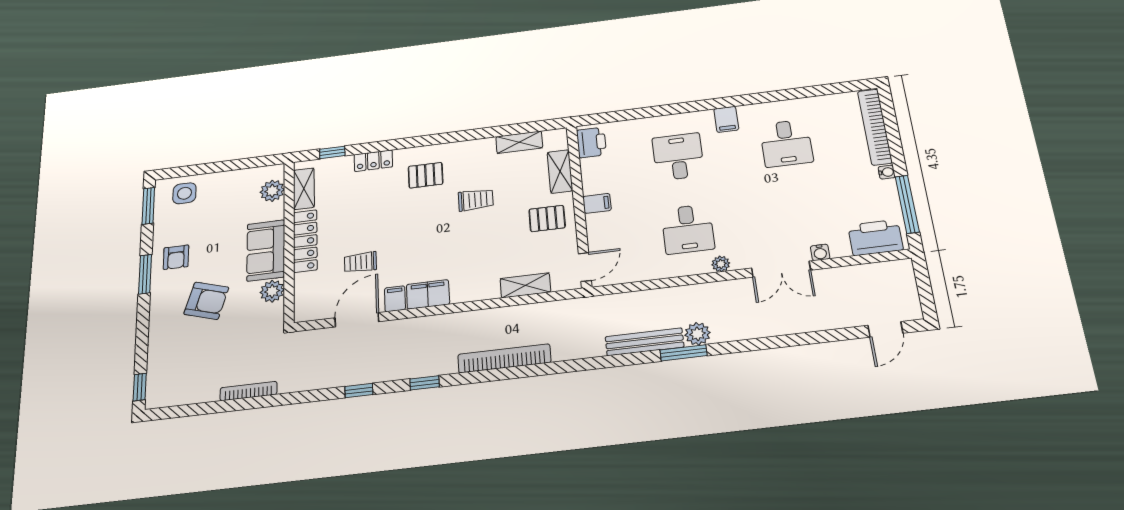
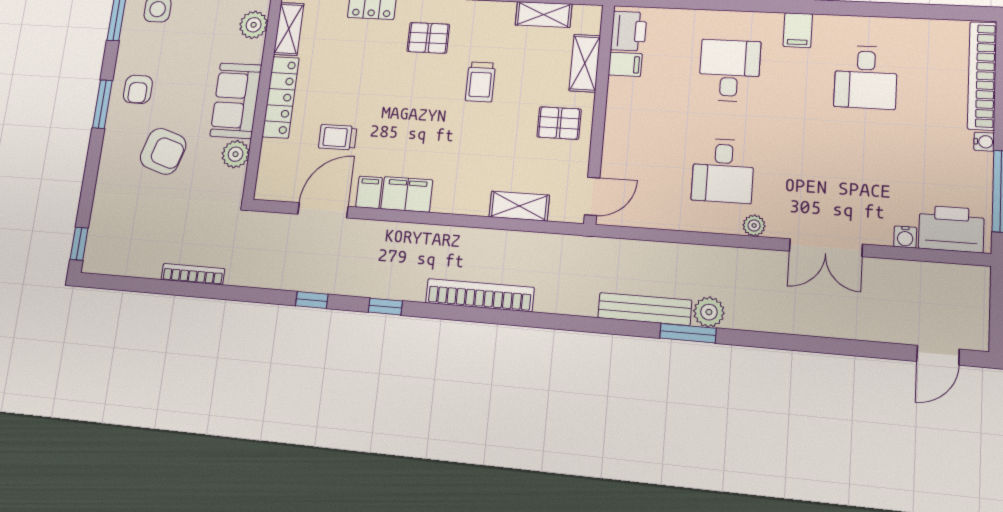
trolley: (476, 200) -> (480, 82), turned 90
filing cabinet: (597, 203) -> (625, 64), moved
water cooler: (820, 252) -> (905, 237), moved

